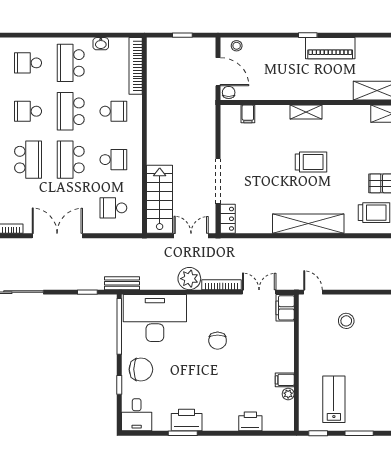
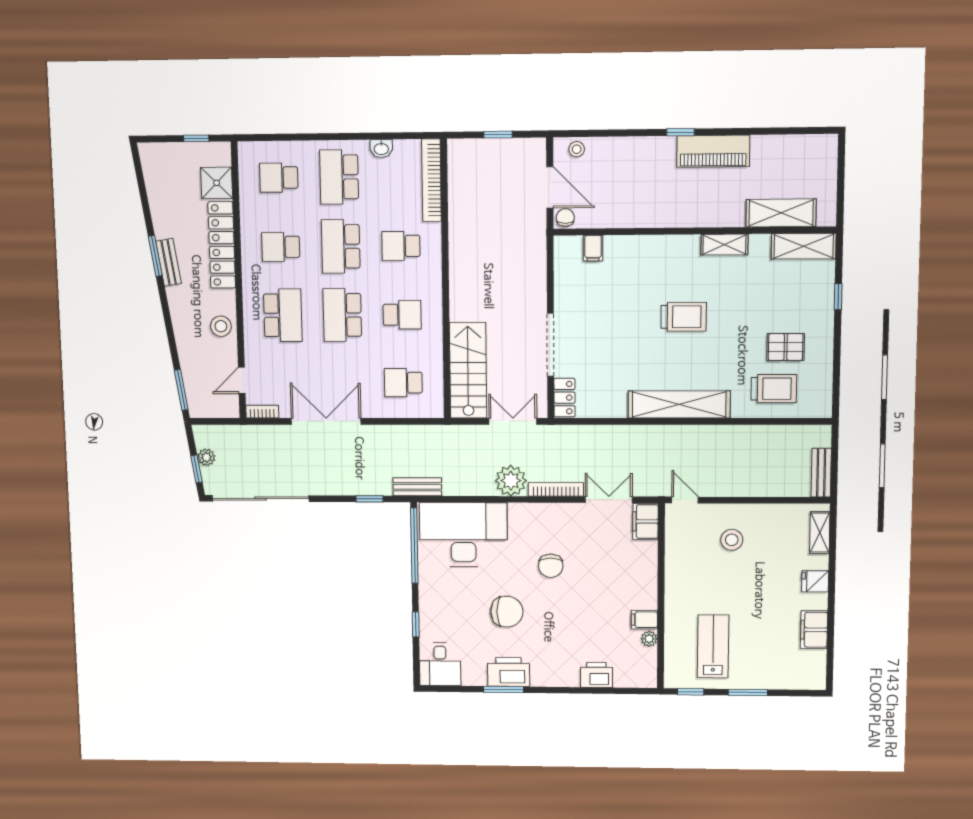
school desk: (113, 111) -> (401, 246), turned 180
shelving: (306, 112) -> (724, 245), moved
chair: (141, 369) -> (507, 612), moved

